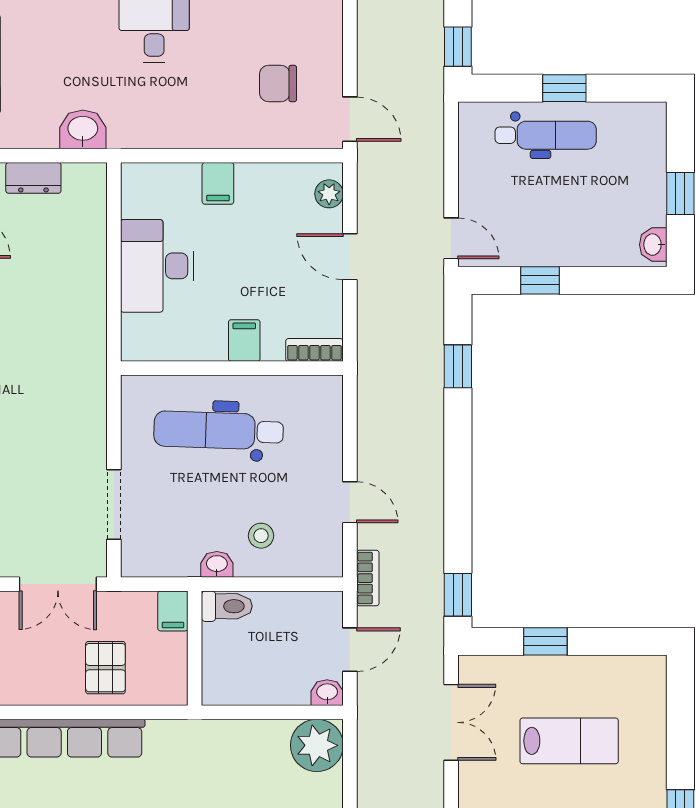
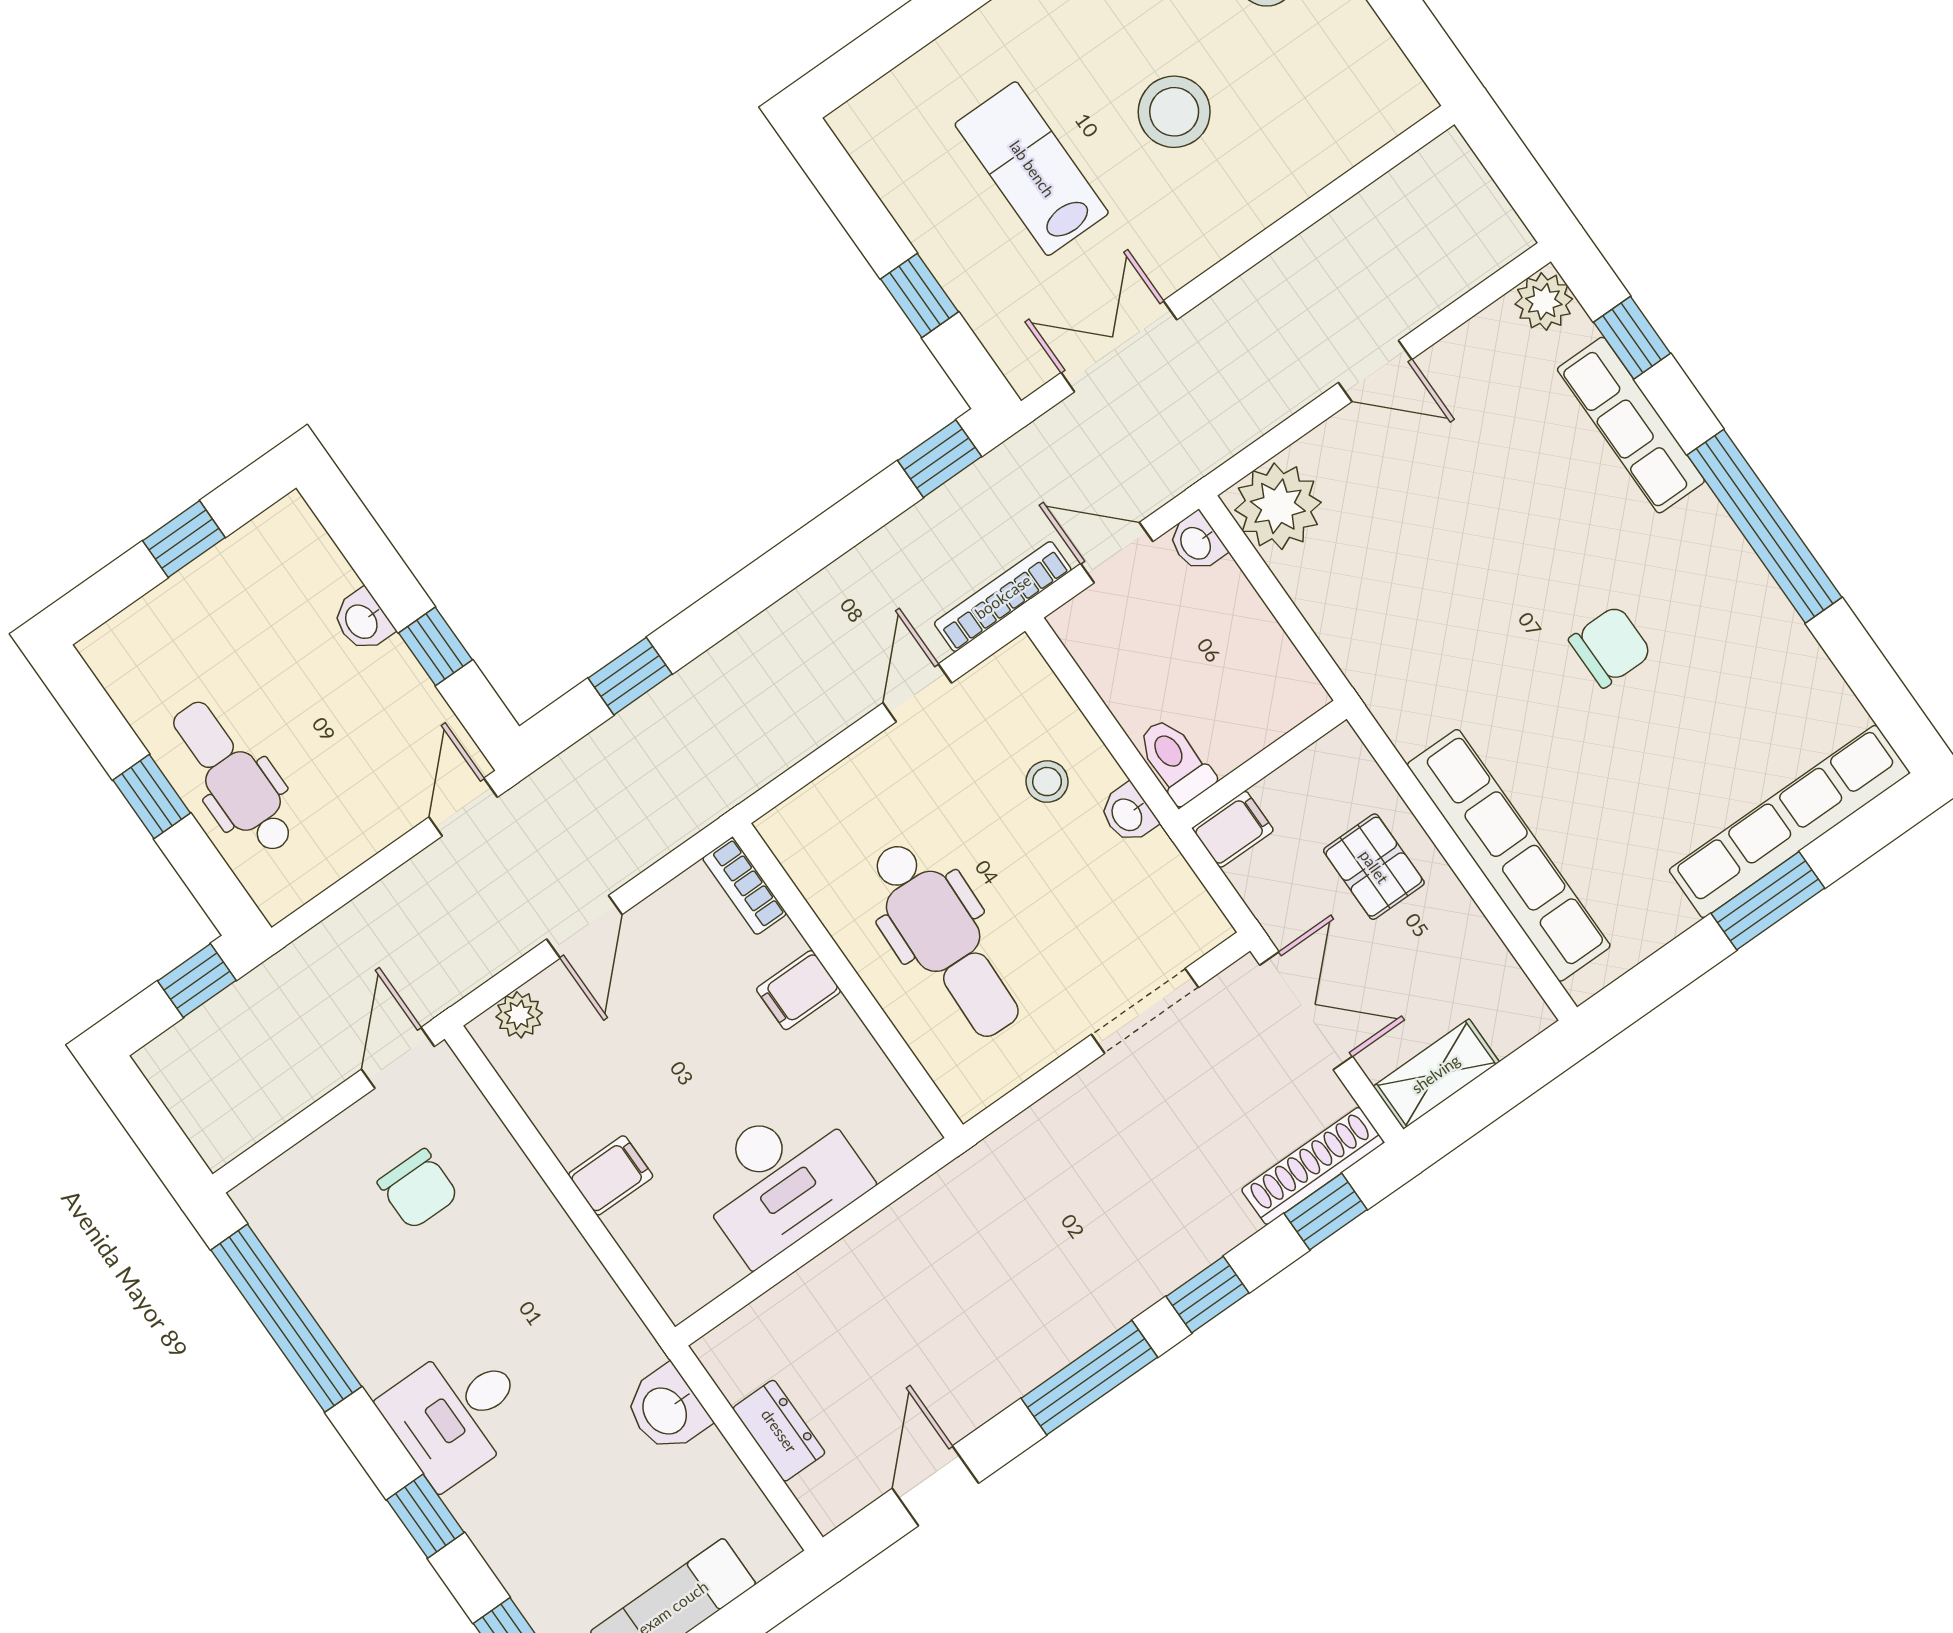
washbasin: (653, 245) -> (362, 621), moved, turned 90
bookcase: (368, 578) -> (1003, 597), width x1.56
pallet: (105, 668) -> (1374, 867), turned 90

